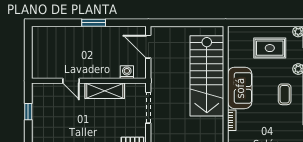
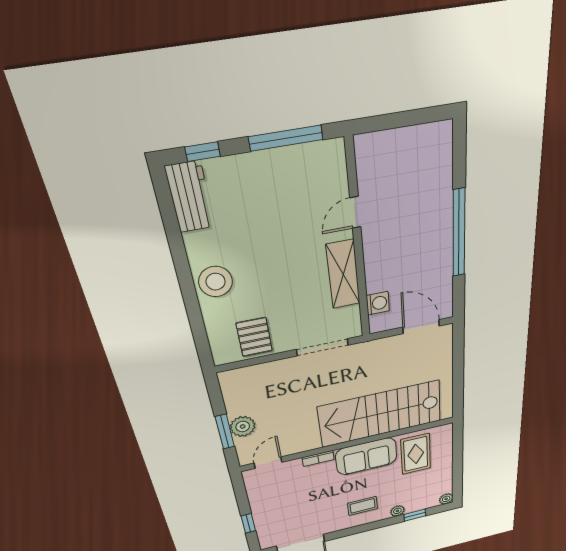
window: (94, 23) -> (459, 233), width x2.11
door: (148, 47) -> (421, 327), hinge flipped
rug: (270, 48) -> (416, 454), moved
window: (28, 112) -> (286, 138), width x2.17

